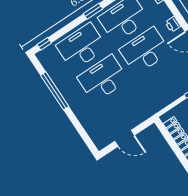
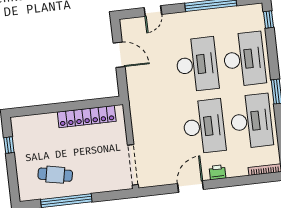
door: (81, 130) -> (153, 11), added
door: (125, 138) -> (119, 55), swing flipped

